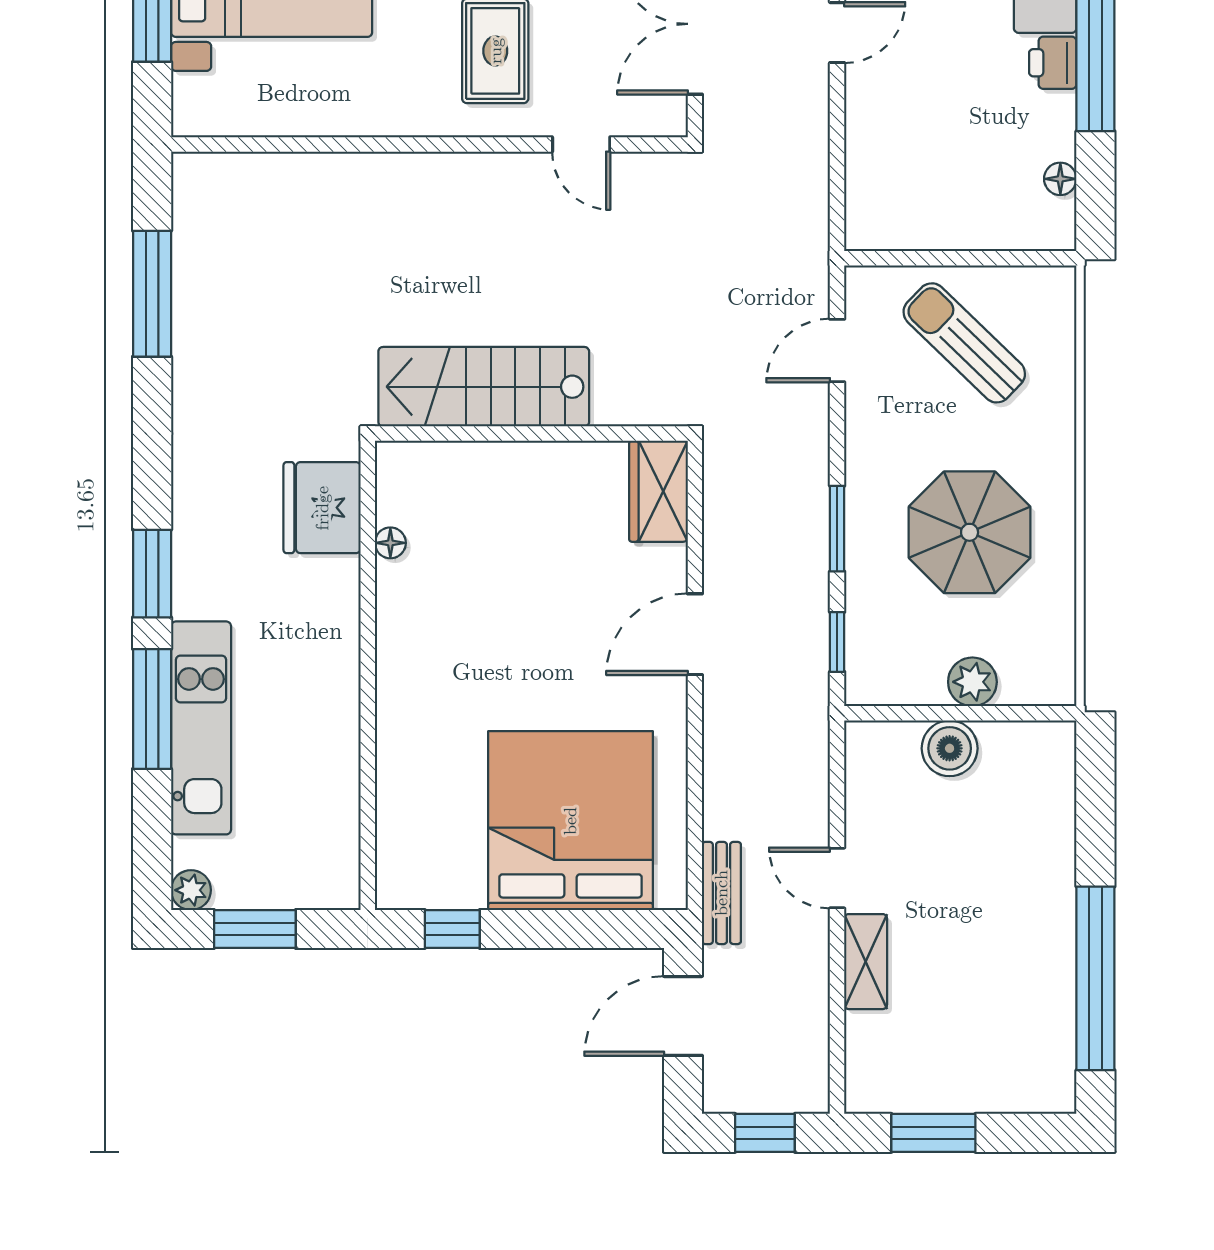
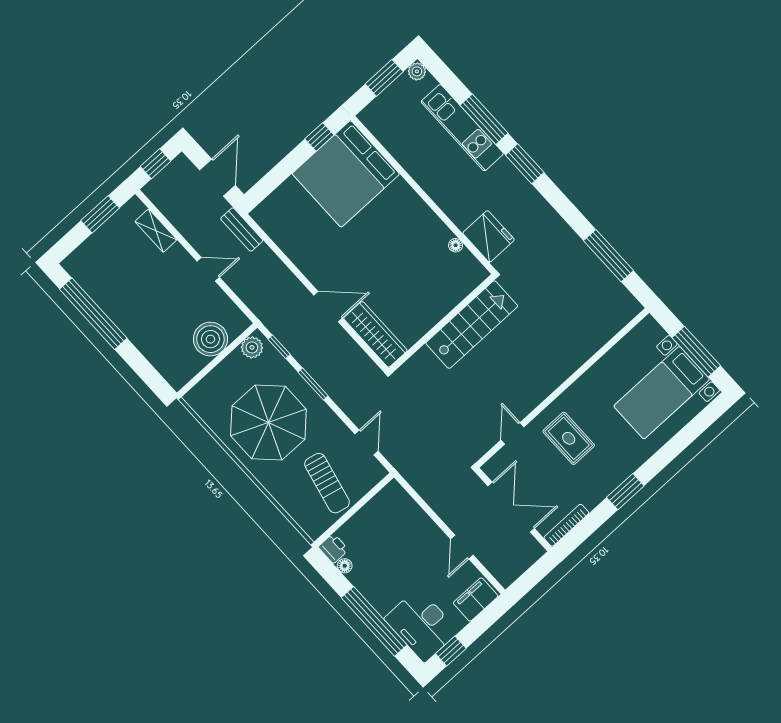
printer: (1053, 63) -> (333, 548), moved
door: (581, 144) -> (512, 433), hinge flipped
sun lounger: (964, 343) -> (327, 483), turned 59
wardrobe: (658, 491) -> (375, 334), width x1.50
parasol: (970, 532) -> (268, 422), width x1.36, depth x1.36
door: (695, 634) -> (328, 307), hinge flipped
plant: (972, 682) -> (252, 347), moved
boiler: (950, 748) -> (210, 339), width x1.37, depth x1.37
bed: (570, 821) -> (346, 174), moved, turned 90
shelving: (866, 962) -> (156, 231), moved

